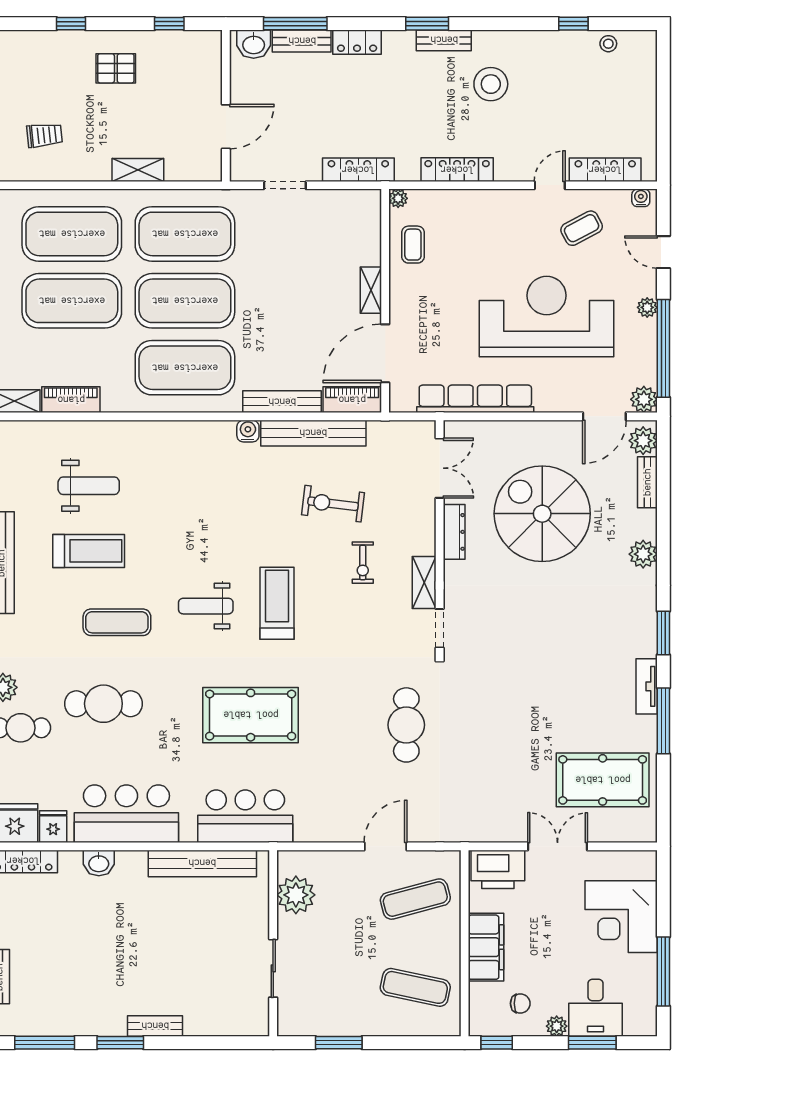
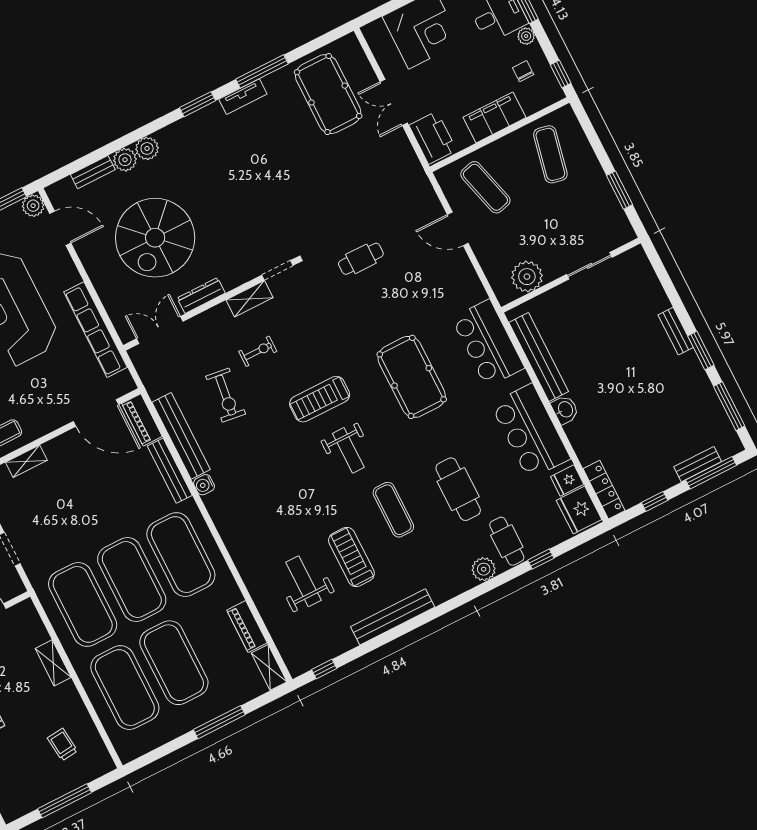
shelving: (371, 290) -> (26, 461), moved
plant: (643, 441) -> (125, 160), moved
cafe table: (406, 725) -> (361, 259), width x0.73, depth x0.74
washbasin: (99, 863) -> (565, 410), moved

